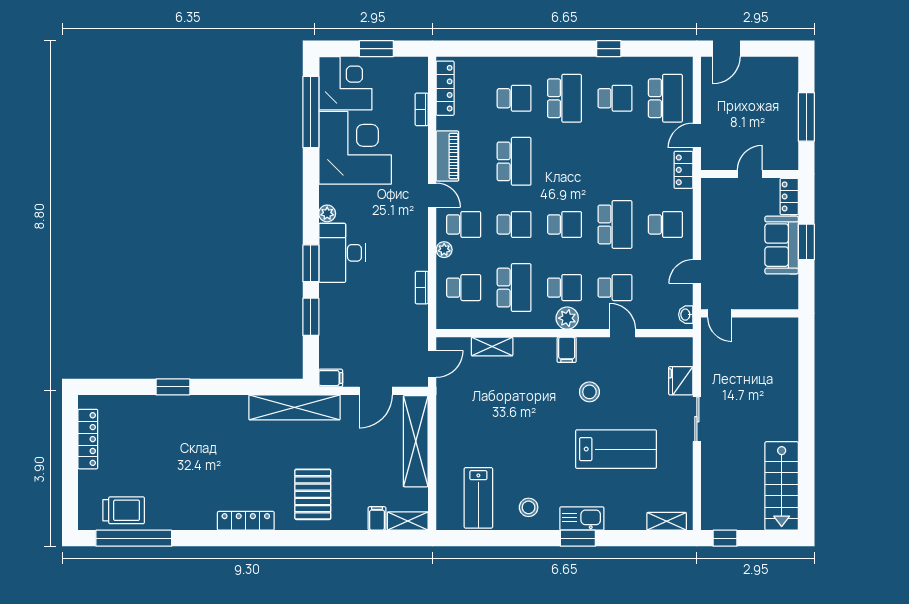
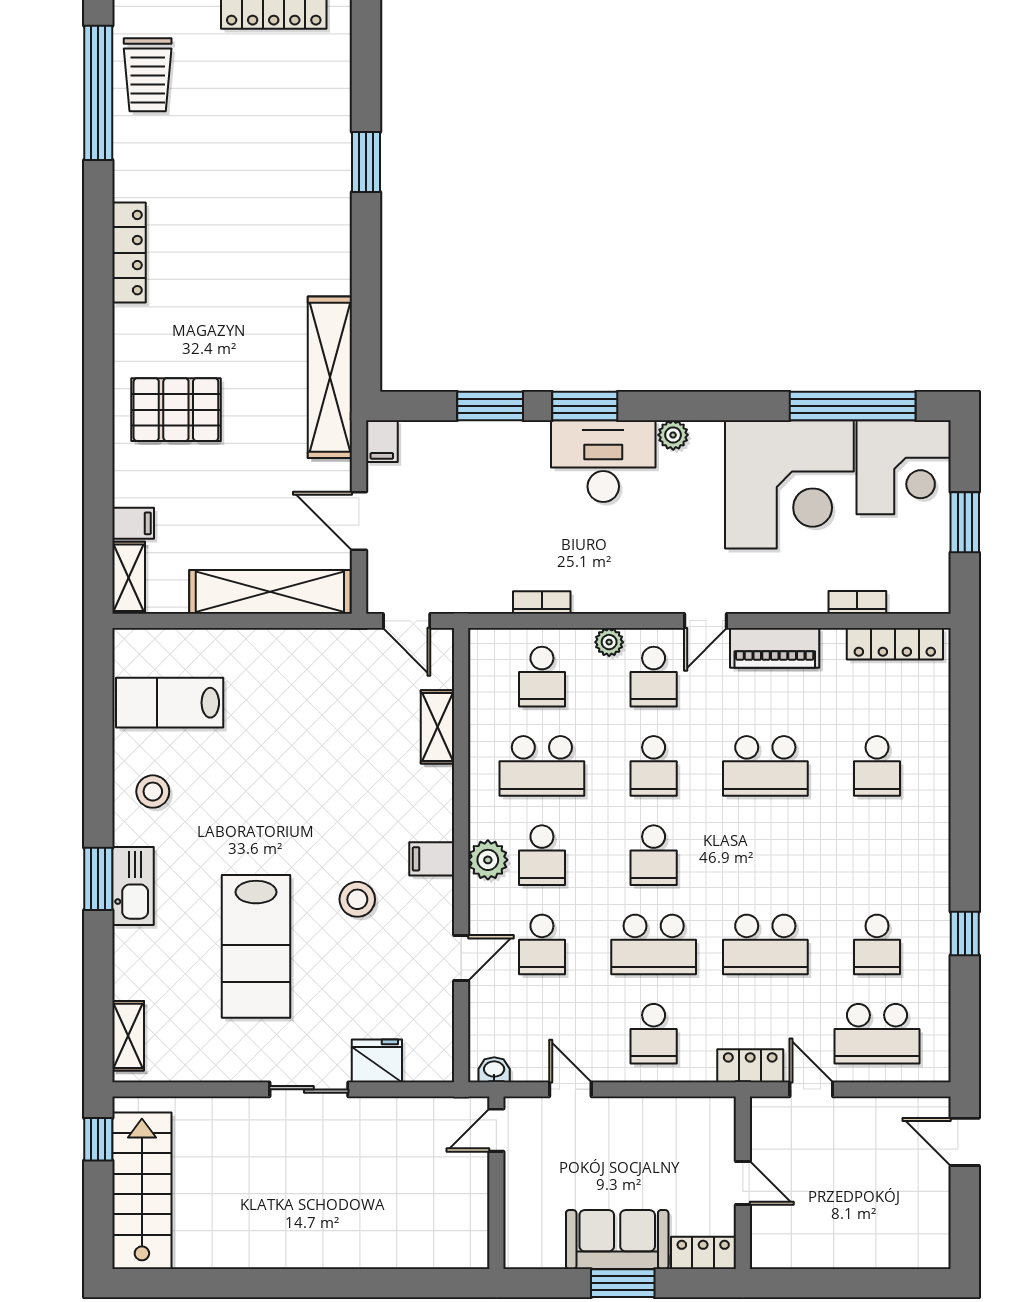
school desk: (565, 98) -> (765, 944), moved
window: (806, 117) -> (844, 1283), removed
stairs: (782, 486) -> (142, 1191), moved, turned 90
locker: (246, 521) -> (129, 253), moved

